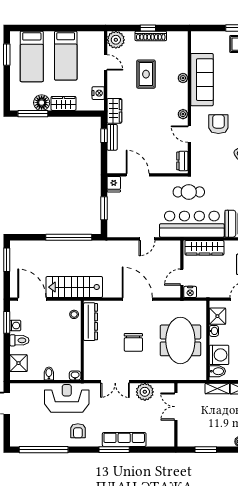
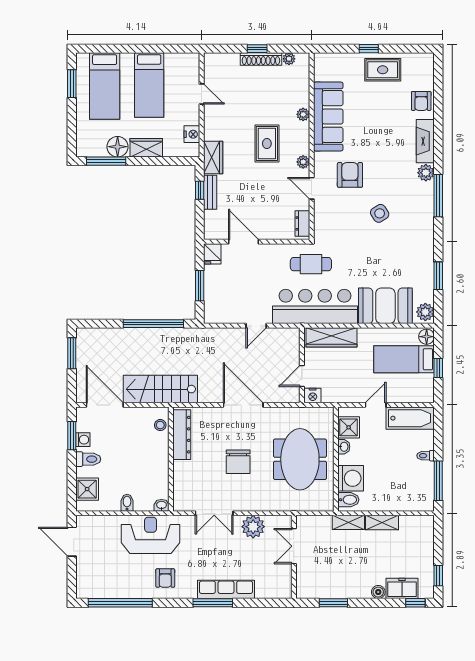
plant: (116, 40) -> (289, 59), moved, width x0.53, depth x0.53
rug: (146, 74) -> (267, 144), moved

